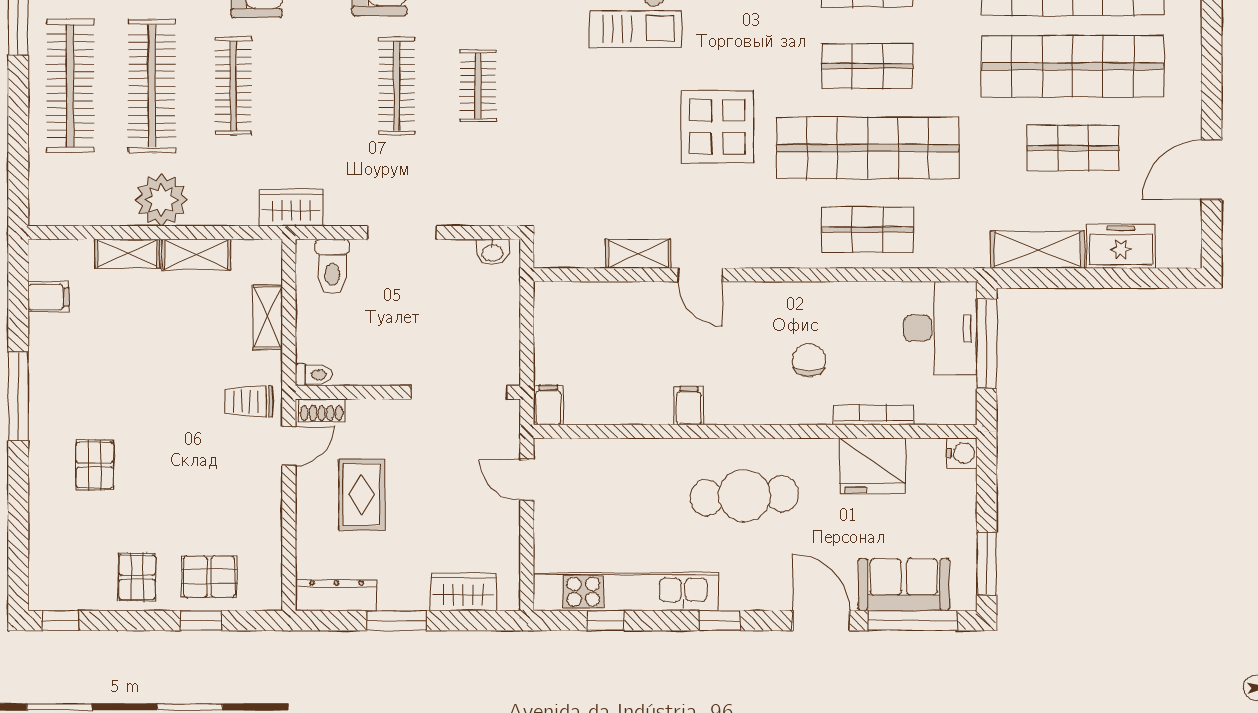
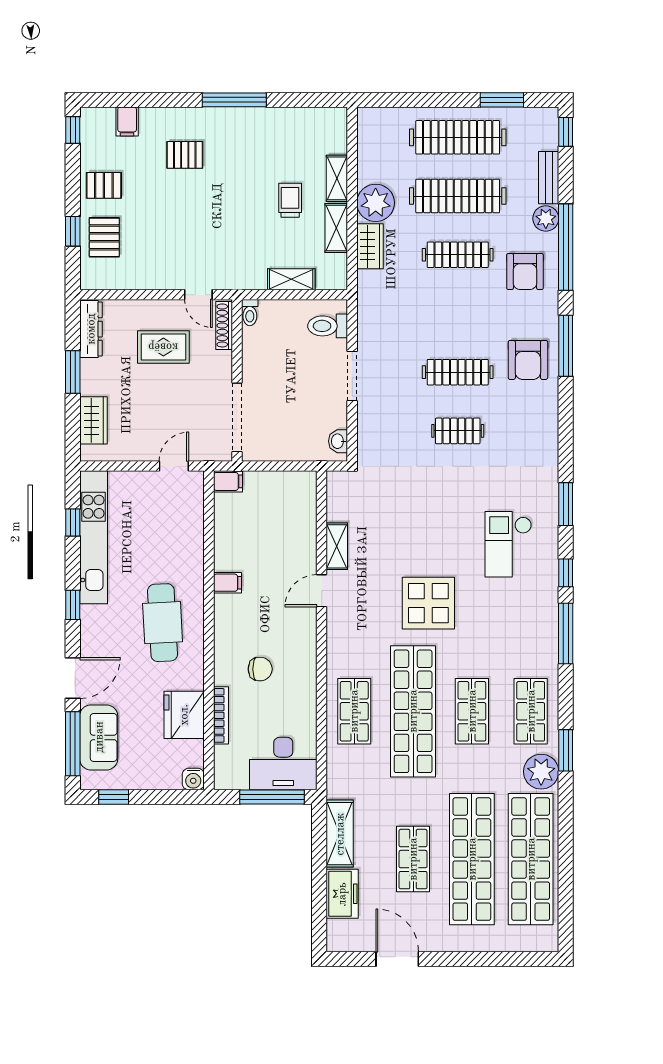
wardrobe: (291, 208) -> (370, 246), moved
filing cabinet: (48, 297) -> (127, 122), moved
trolley: (249, 401) -> (290, 200), moved
shoe rack: (322, 410) -> (224, 325), width x1.43
window: (987, 564) -> (114, 797), width x0.67

